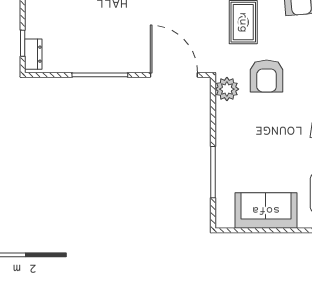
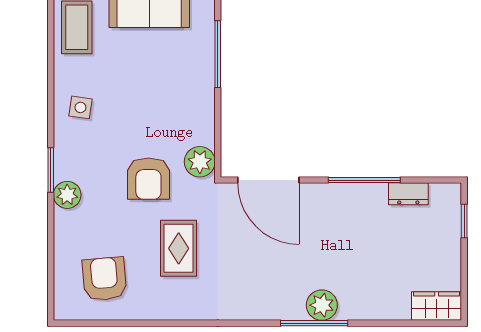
dresser: (33, 54) -> (408, 194), moved, turned -90
armchair: (267, 76) -> (148, 179), turned 180

